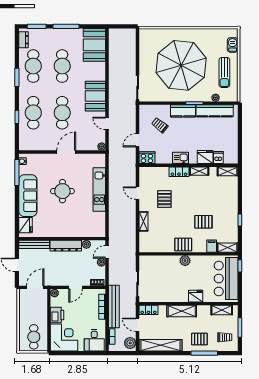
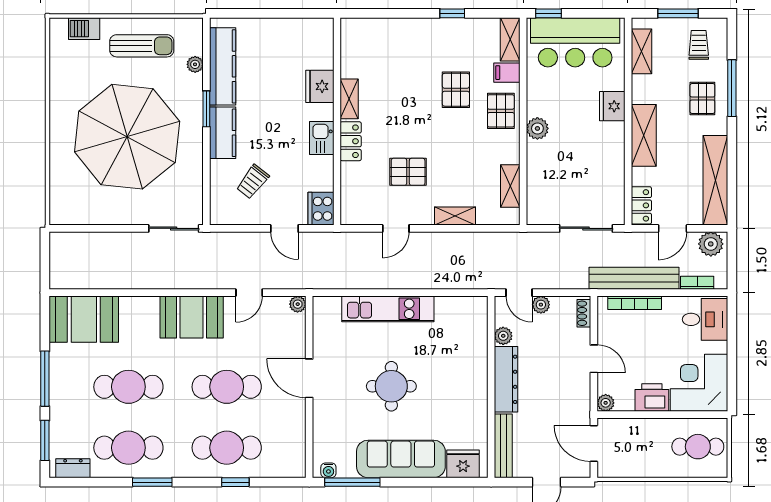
dishwasher: (218, 158) -> (321, 58), removed
shelving: (228, 171) -> (510, 186), moved
pallet: (183, 245) -> (501, 111), moved

